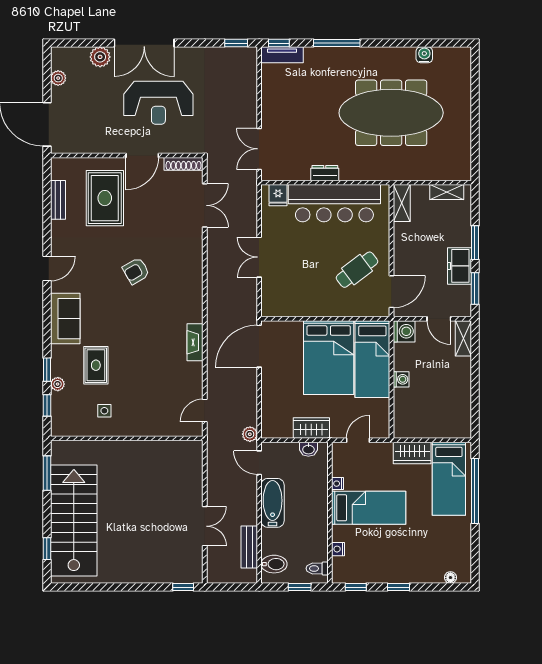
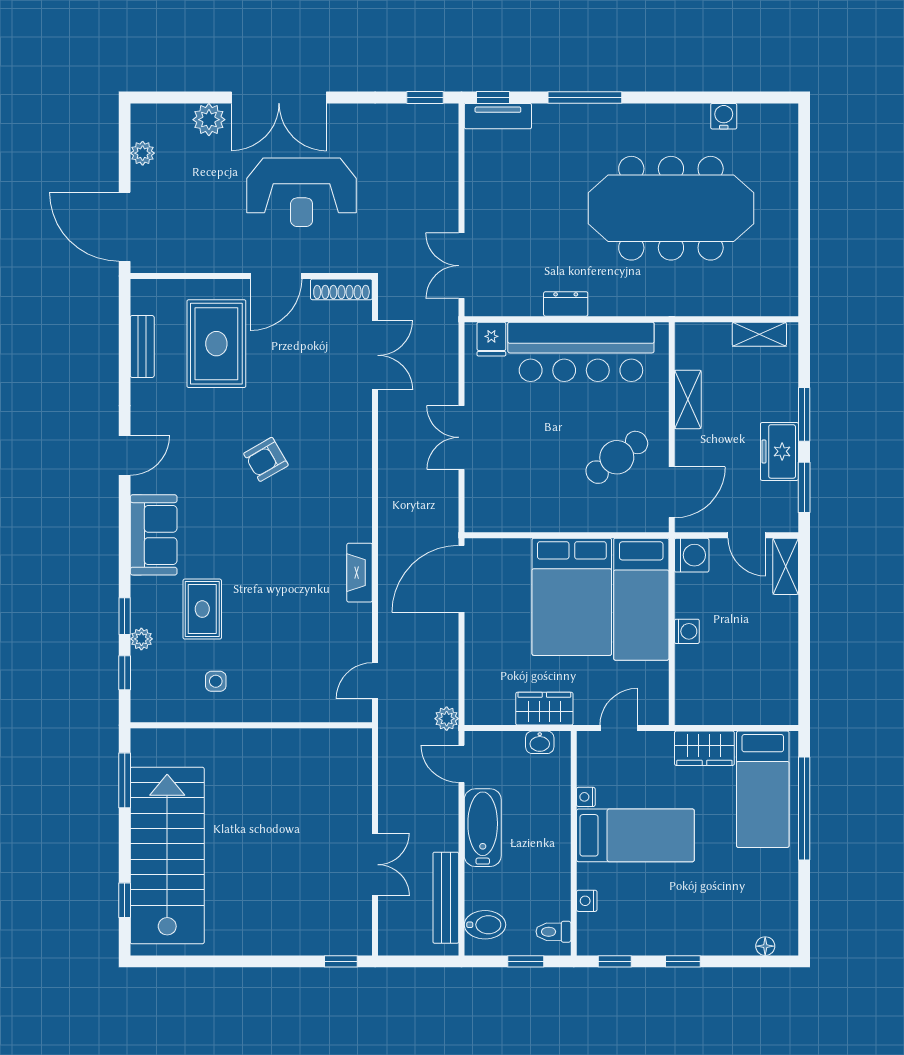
shelving: (402, 203) -> (688, 399), moved
bench: (249, 547) -> (446, 898), width x1.36

